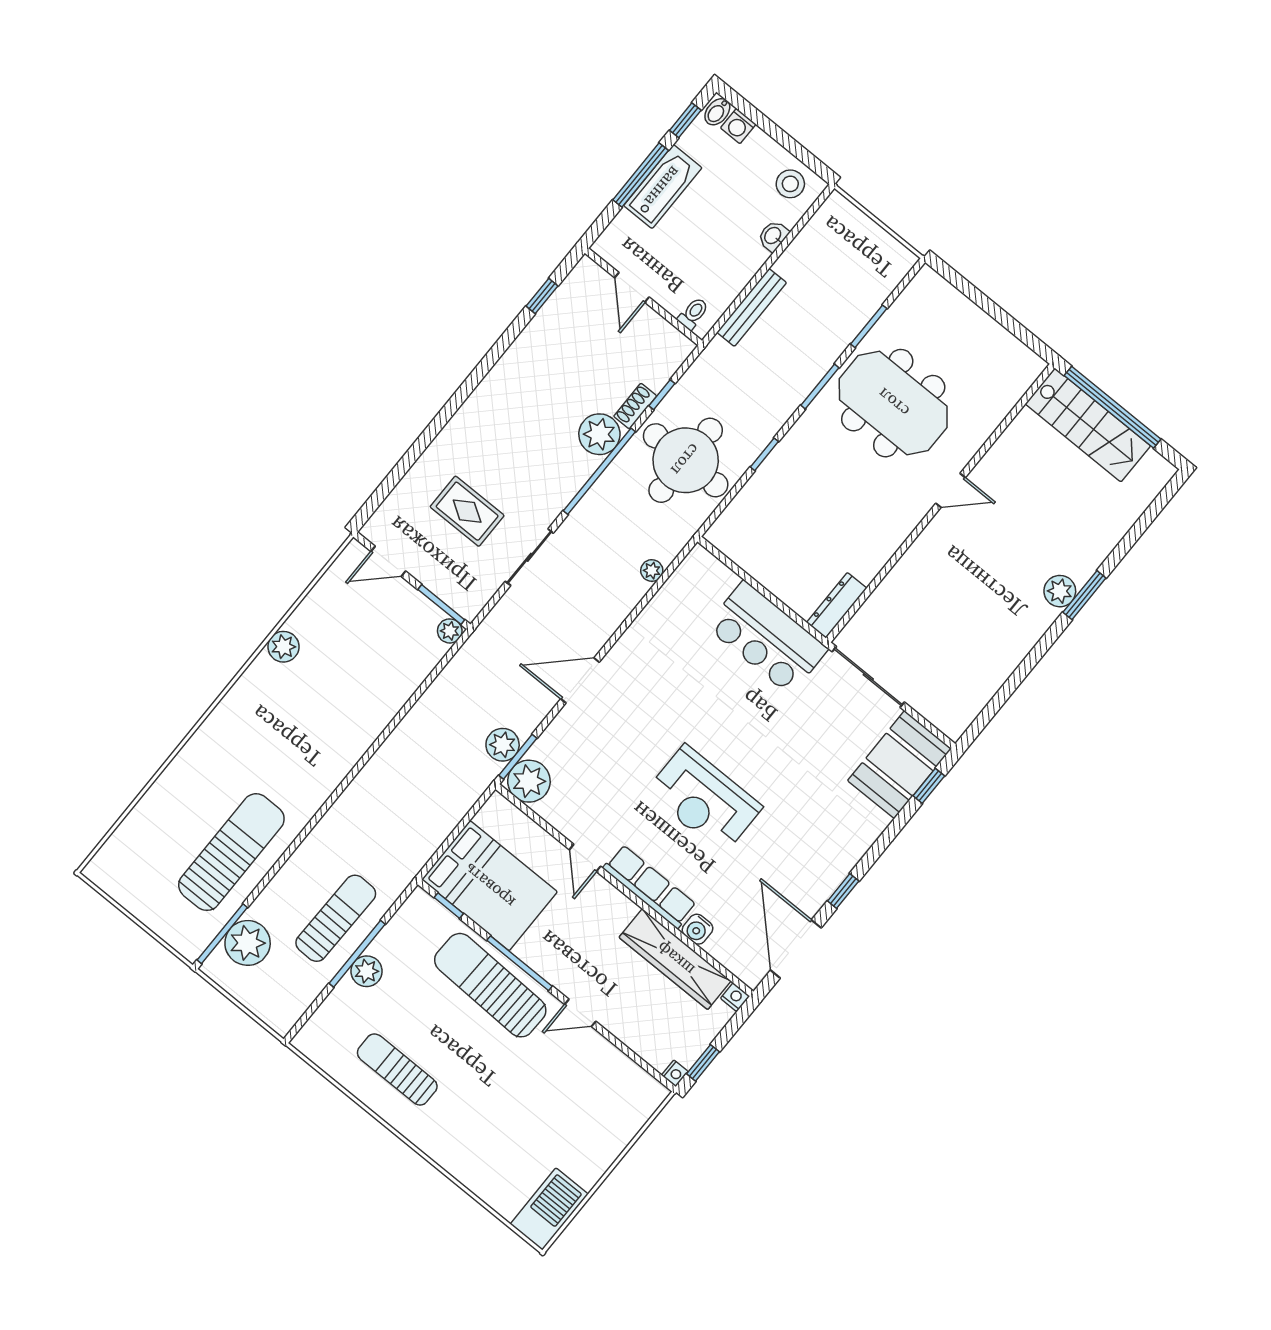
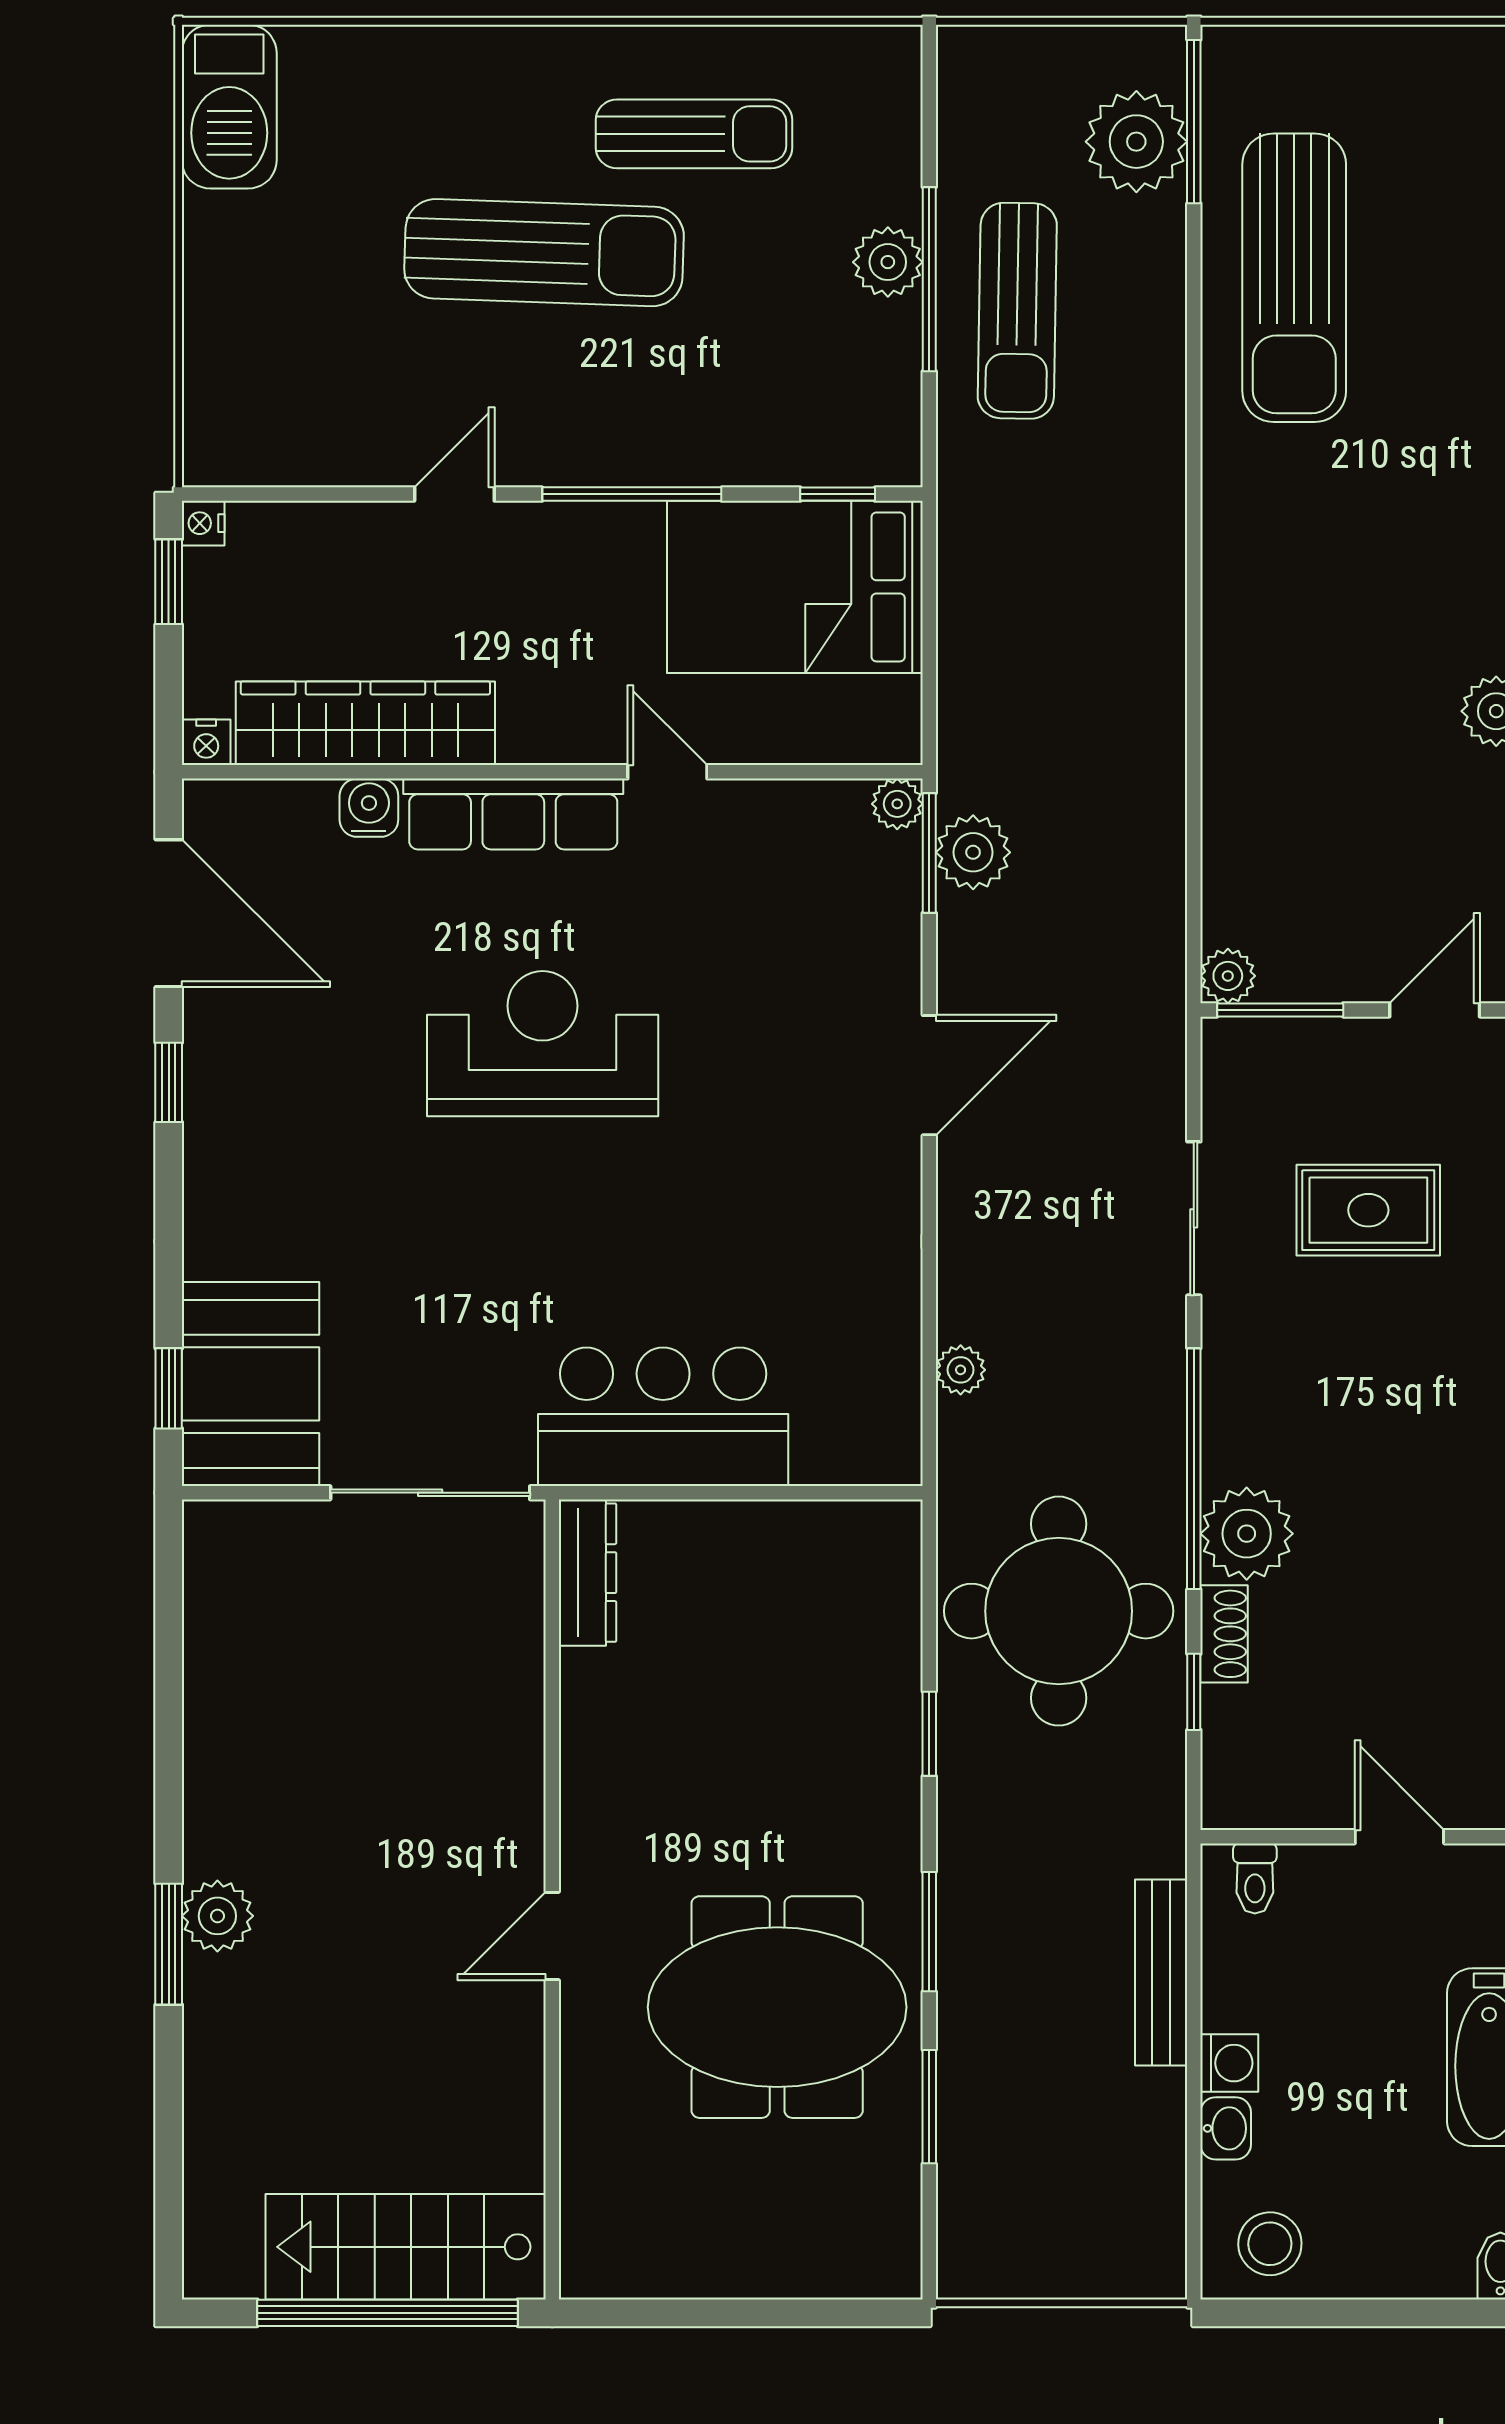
washing machine: (738, 126) -> (1229, 2063), moved, turned 90
plant: (529, 781) -> (897, 804), width x0.53, depth x0.53
sun lounger: (490, 985) -> (544, 253), moved

